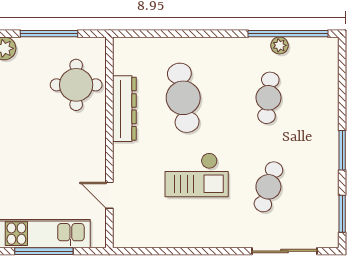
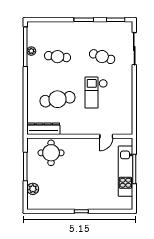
dresser: (124, 109) -> (43, 129), moved
checkout: (197, 175) -> (96, 93), turned 180

